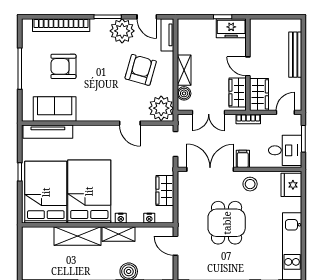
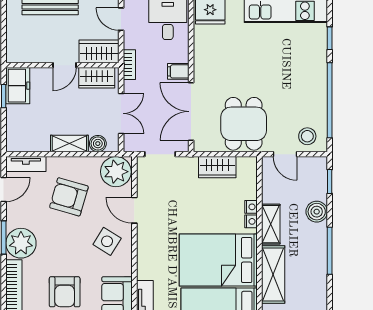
plant: (122, 31) -> (21, 243), moved
side table: (104, 101) -> (107, 241), added
door: (130, 123) -> (134, 210), swing flipped
stool: (250, 184) -> (307, 136), moved
nightstand: (149, 218) -> (251, 207), moved
dining table: (227, 223) -> (244, 124), moved, turned 90
door: (175, 246) -> (285, 154), hinge flipped

